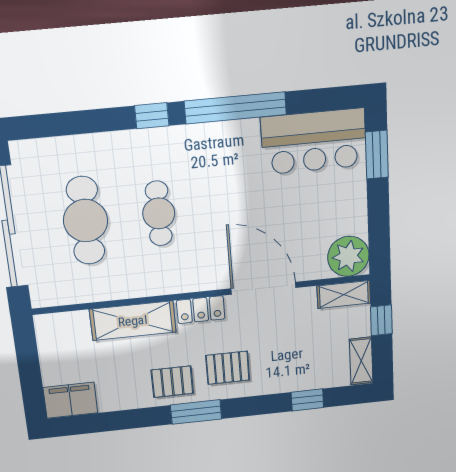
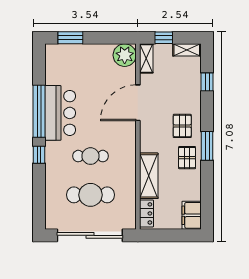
bar counter: (314, 141) -> (60, 113), moved
locker: (201, 310) -> (146, 213), moved

